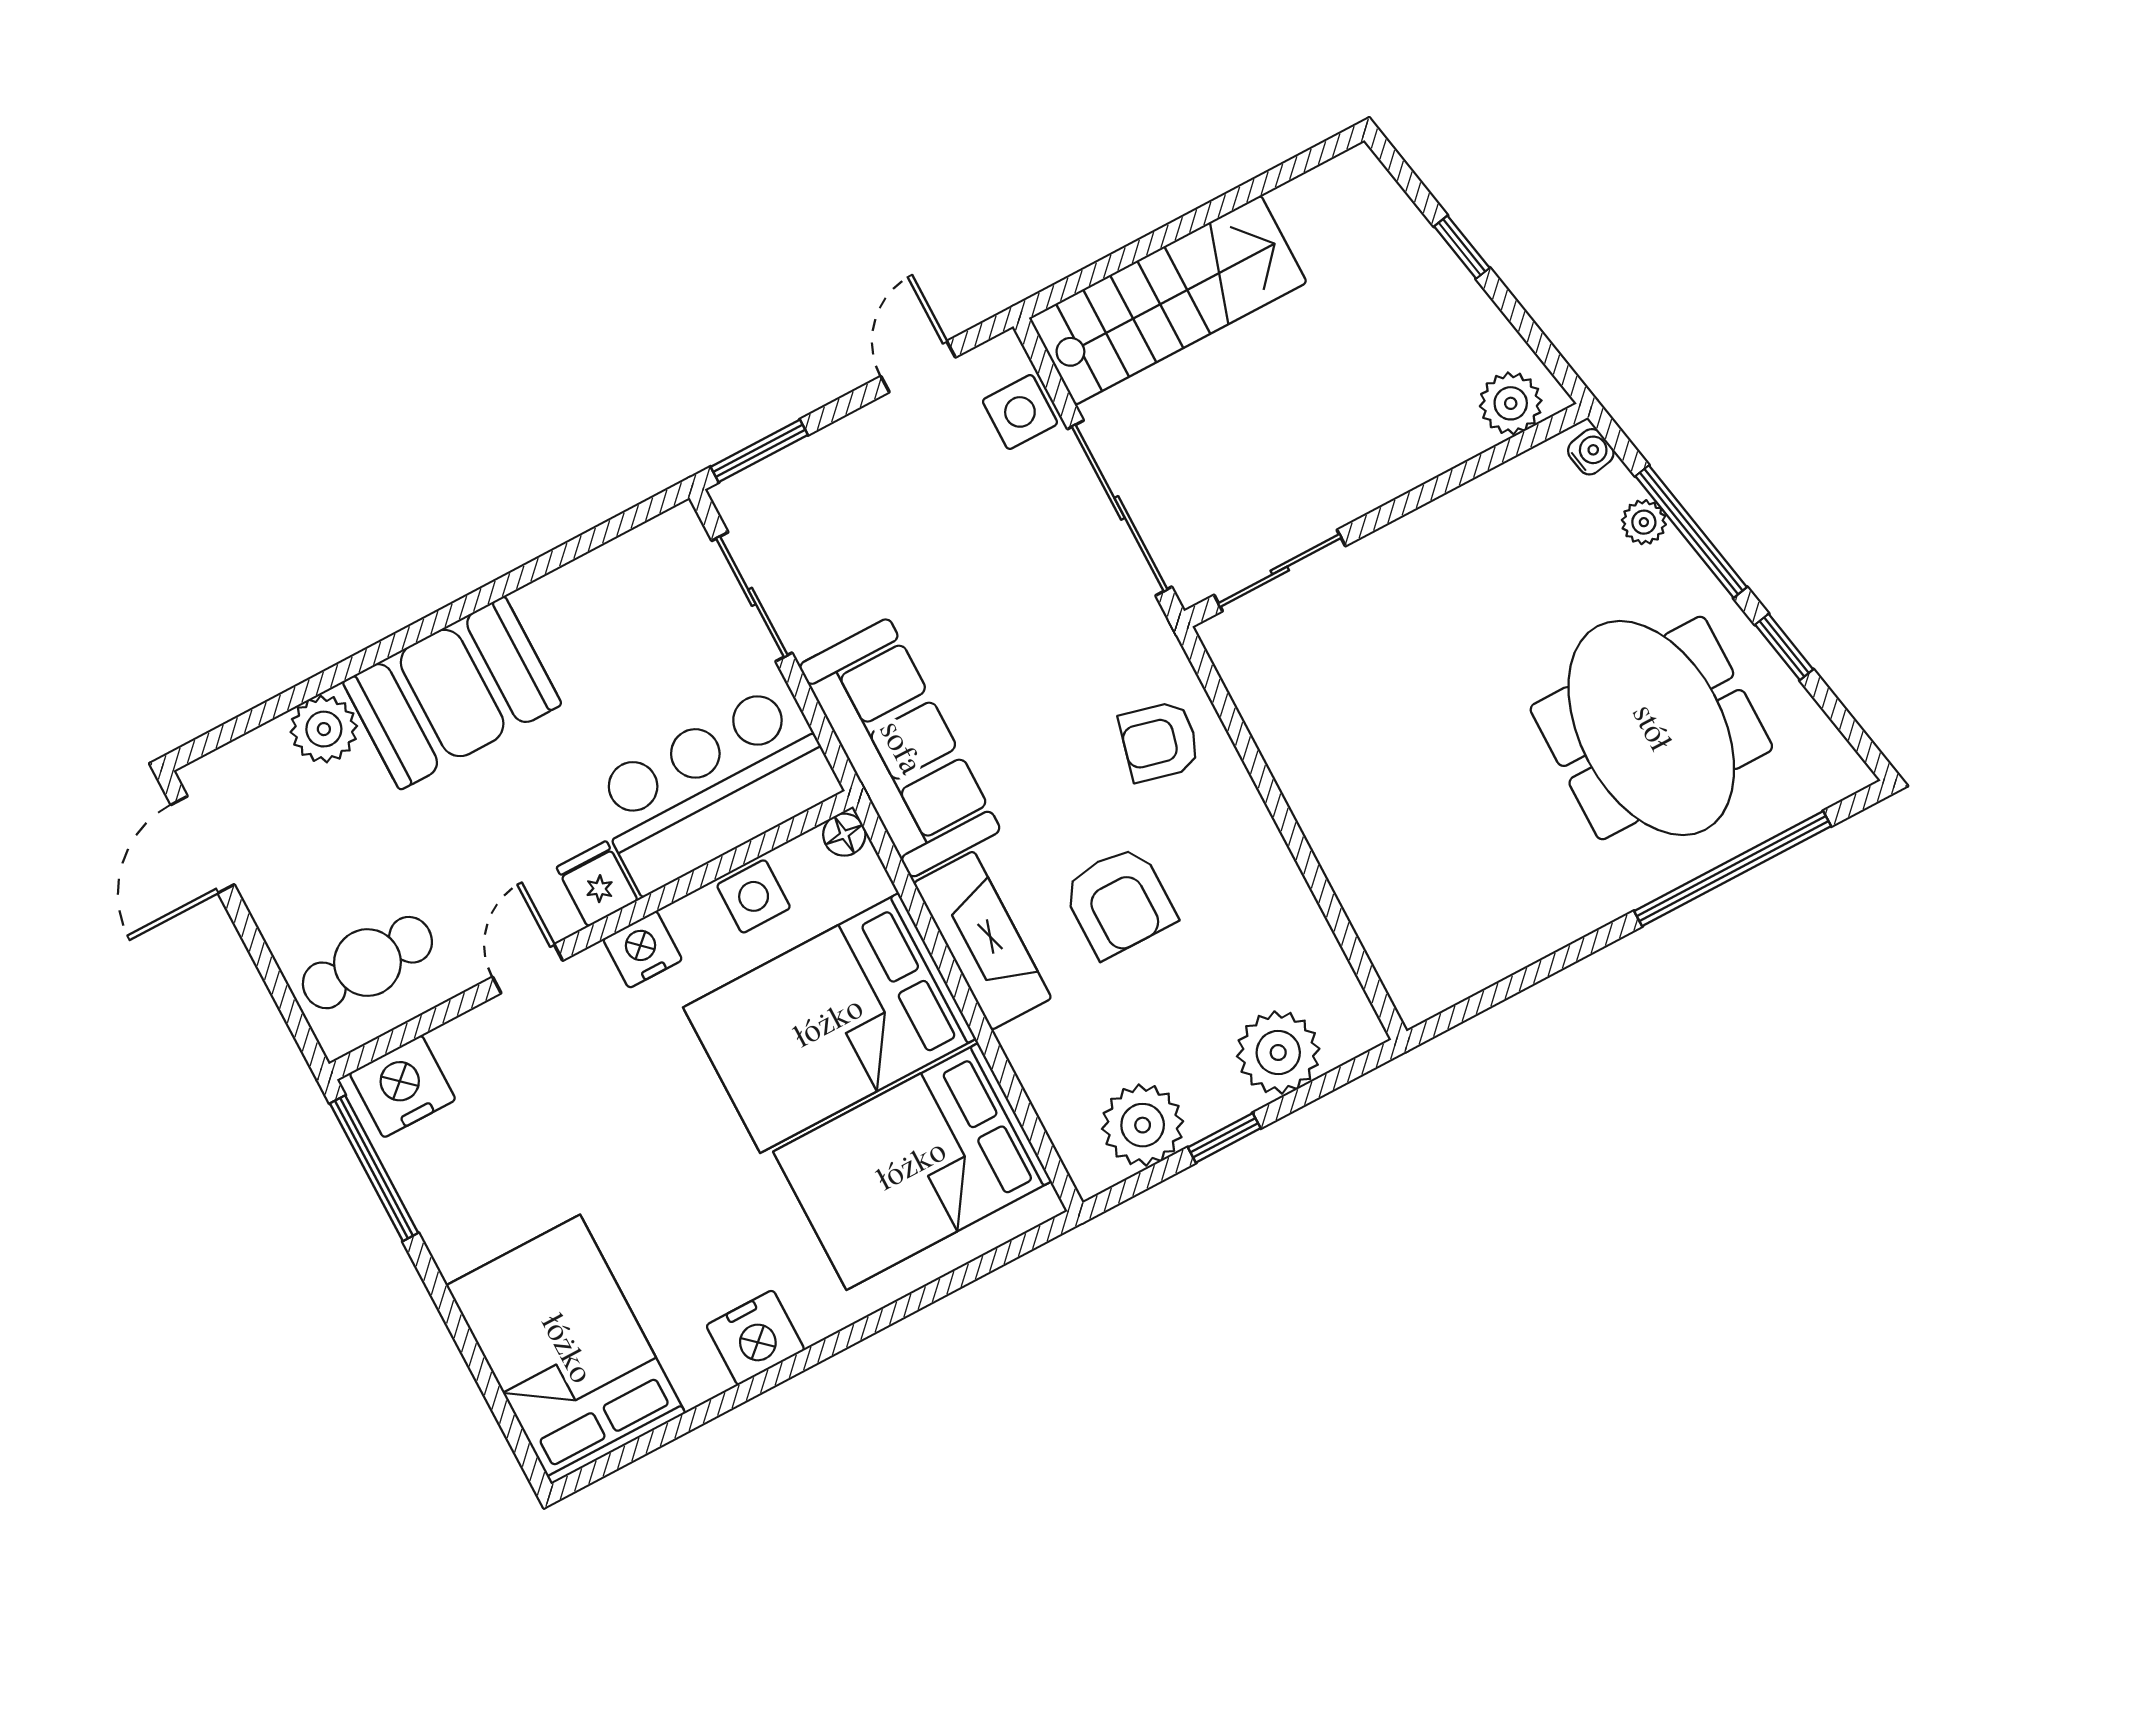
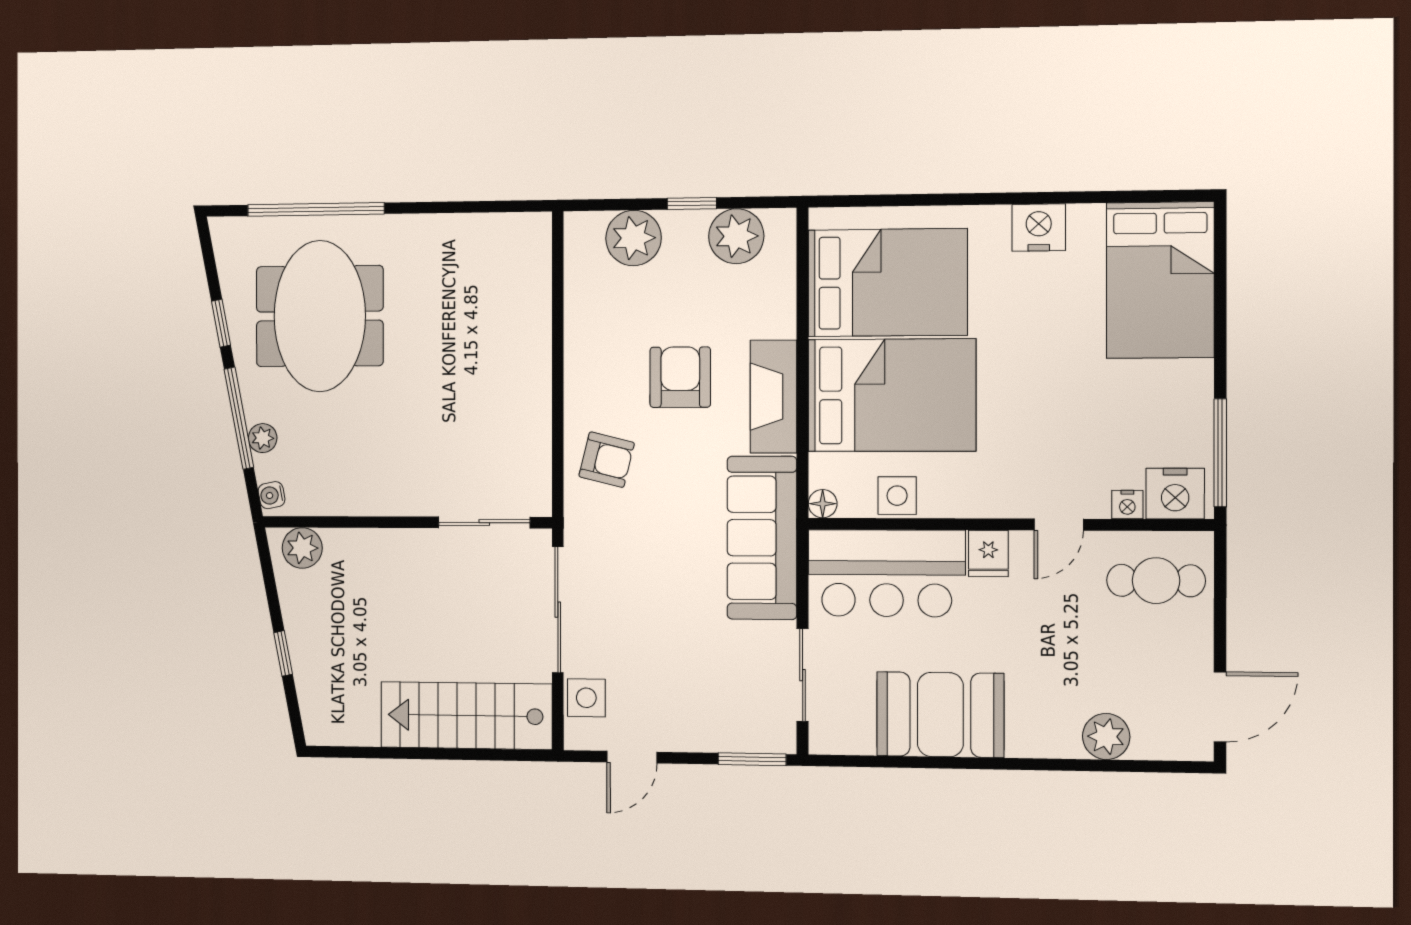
booth: (452, 693) -> (940, 715), moved
nightstand: (643, 949) -> (1127, 505), moved, width x0.72, depth x0.74

